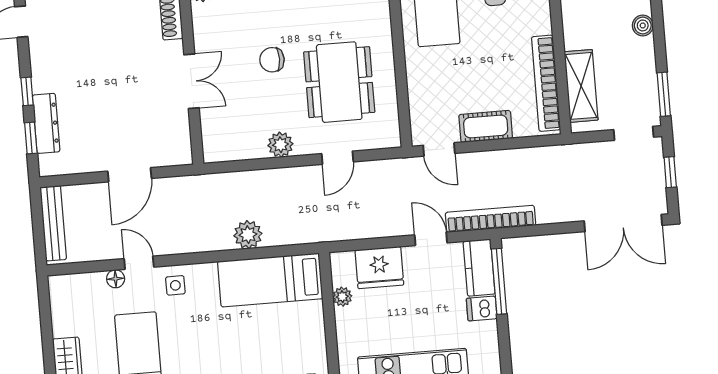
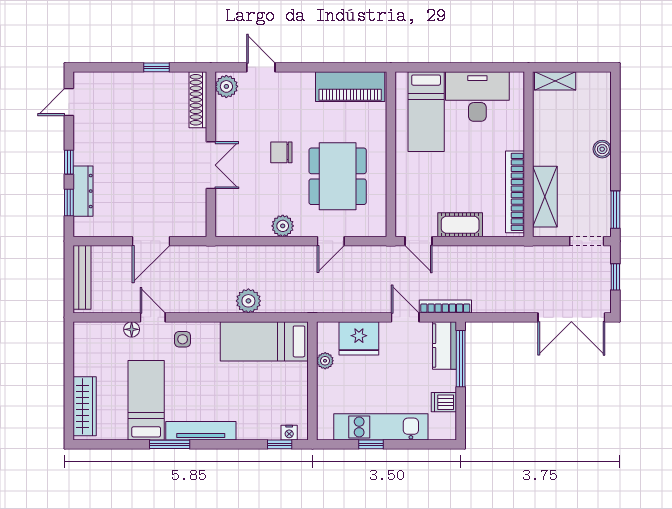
bookcase: (490, 219) -> (445, 307), width x0.68, depth x0.76
dishwasher: (482, 309) -> (444, 402), moved

